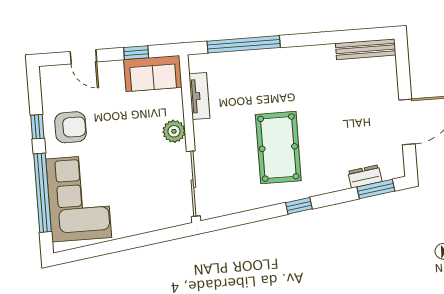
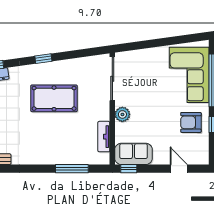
window: (244, 44) -> (72, 169), width x0.68
window: (136, 53) -> (129, 169), moved
pool table: (278, 148) -> (54, 98), turned 90

